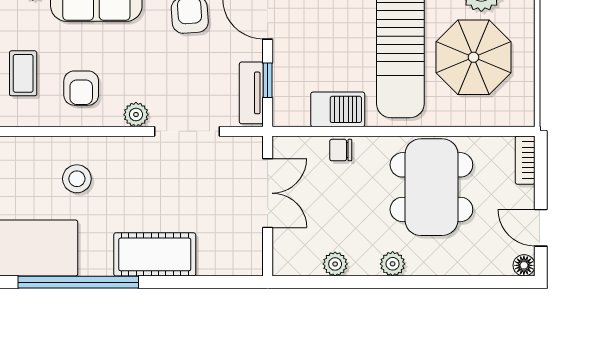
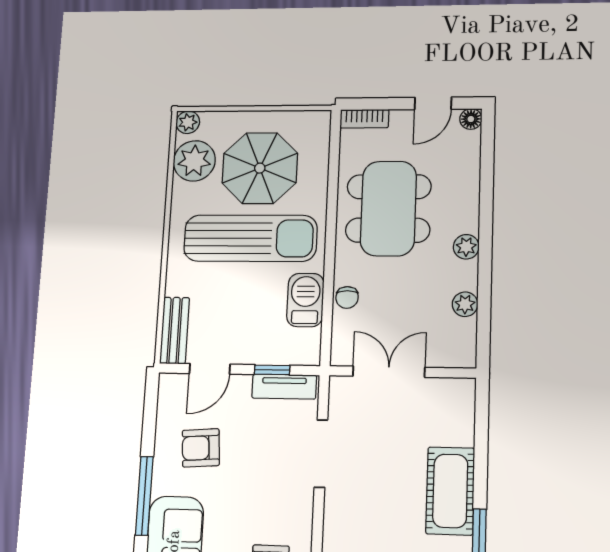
plant: (136, 115) -> (301, 507), removed
dining table: (431, 187) -> (388, 208), turned 90

